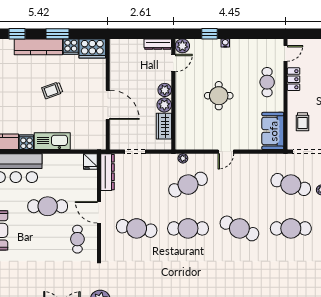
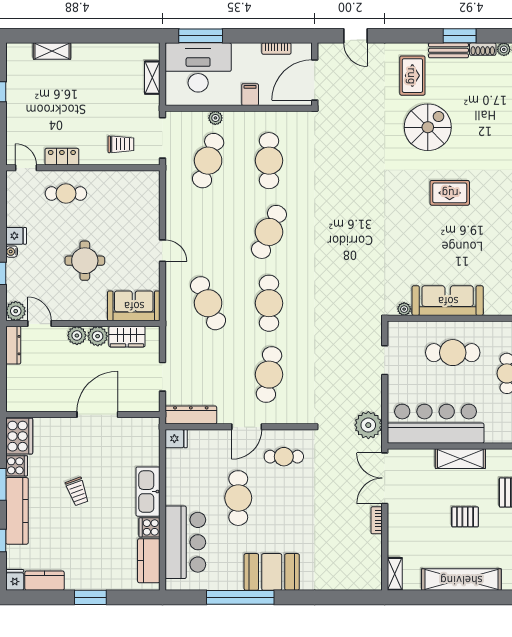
fridge: (237, 46) -> (16, 236), added
sofa: (273, 131) -> (134, 306), moved, turned 180
plant: (183, 158) -> (172, 310), removed

